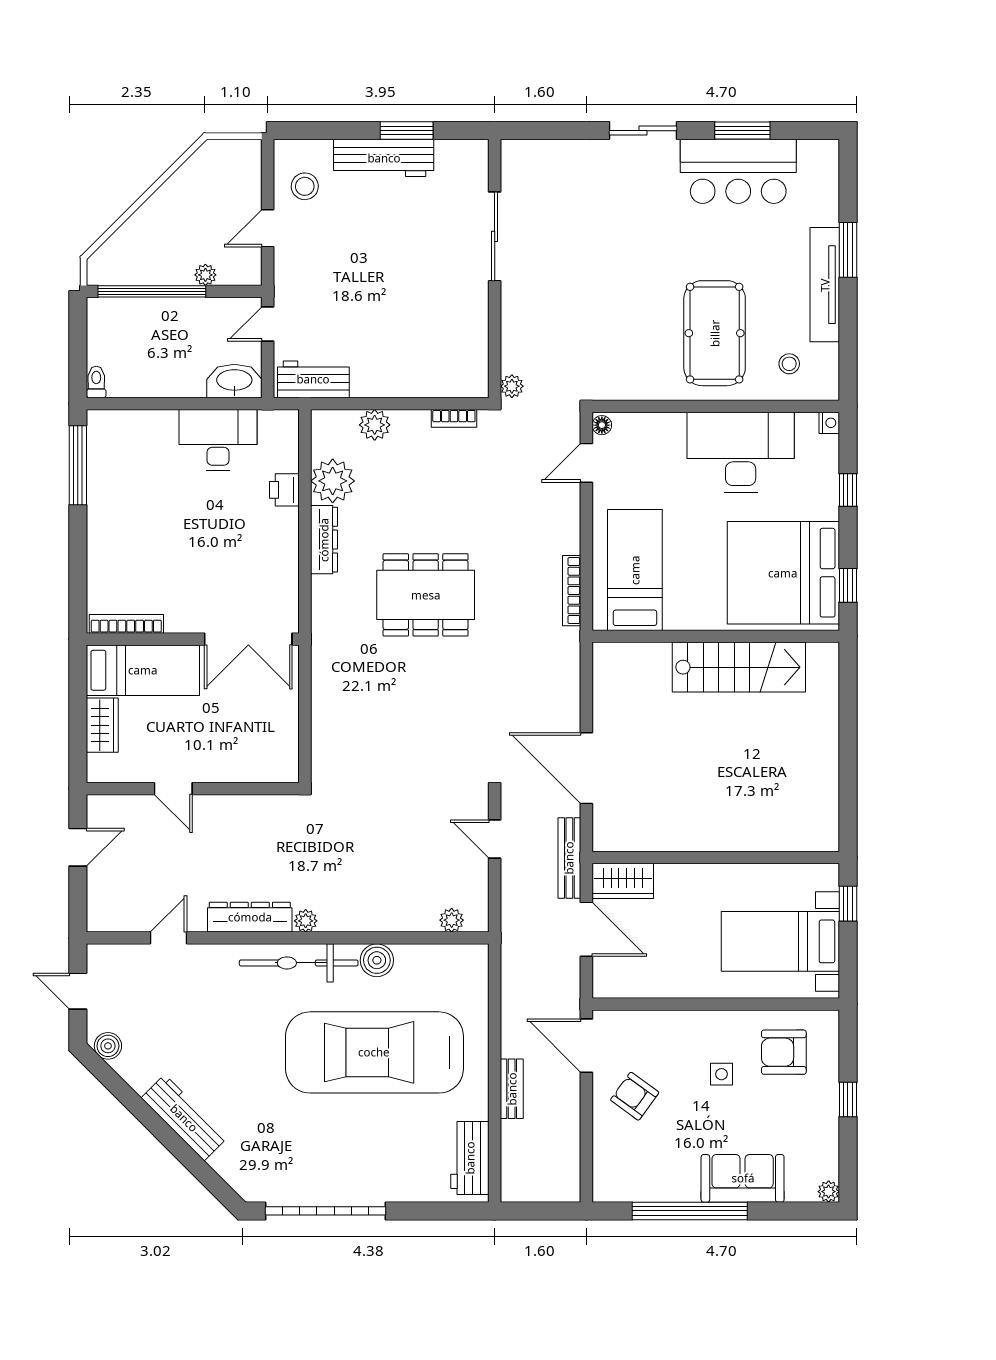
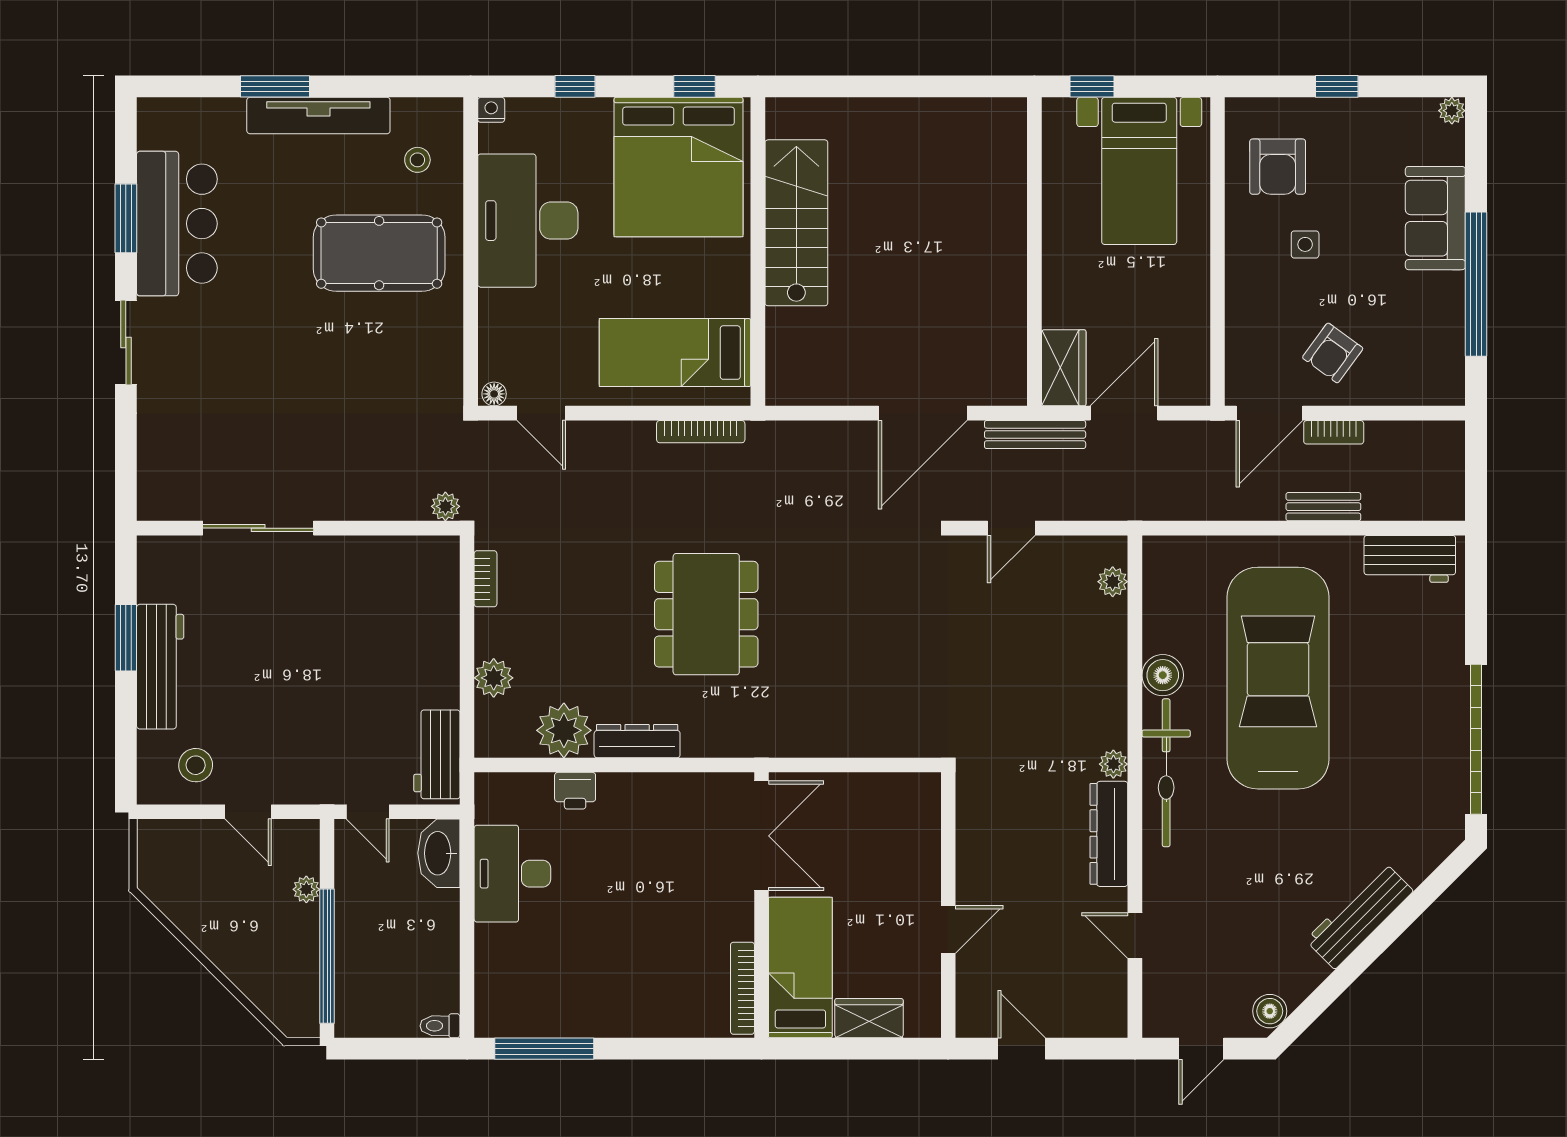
car: (374, 1052) -> (1278, 678), turned 180
bookcase: (571, 1097) -> (1334, 432), added

